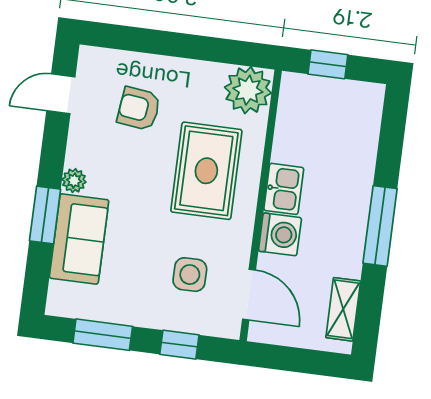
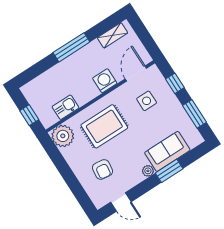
kitchen sink: (284, 189) -> (65, 107), moved

